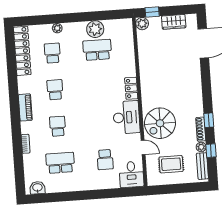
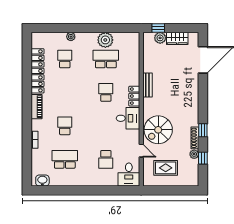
plant: (142, 24) -> (160, 38), moved
locker: (22, 51) -> (37, 71), moved
school desk: (55, 90) -> (106, 92), moved
desk: (126, 117) -> (128, 118), width x0.73
bench: (202, 166) -> (147, 85), moved

